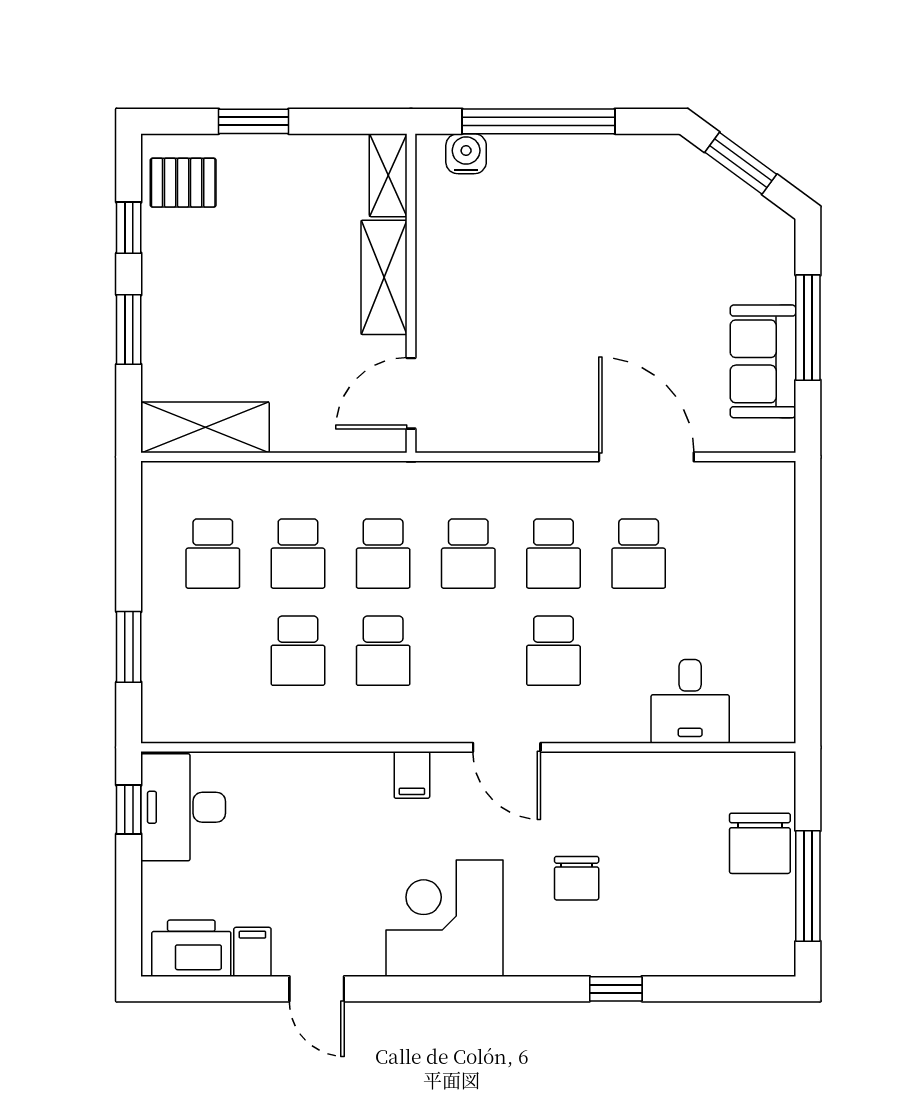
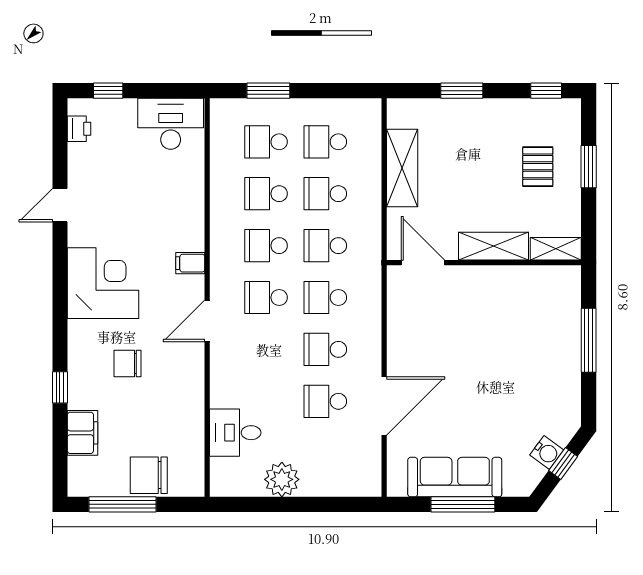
window: (539, 121) -> (589, 340), width x0.68
water cooler: (466, 154) -> (547, 452), moved, turned 36
window: (741, 163) -> (563, 464), width x0.67
pallet: (183, 183) -> (538, 167), moved
window: (129, 228) -> (546, 91), moved
sofa: (763, 361) -> (455, 477), width x1.36
shelving: (205, 427) -> (402, 168), moved
plant: (767, 625) -> (282, 479), added
school desk: (213, 651) -> (266, 142), added
school desk: (553, 651) -> (266, 297), moved
window: (129, 809) -> (108, 91), moved
printer: (191, 948) -> (79, 129), width x0.53, depth x0.68
filing cabinet: (252, 952) -> (82, 433), moved, width x2.00

